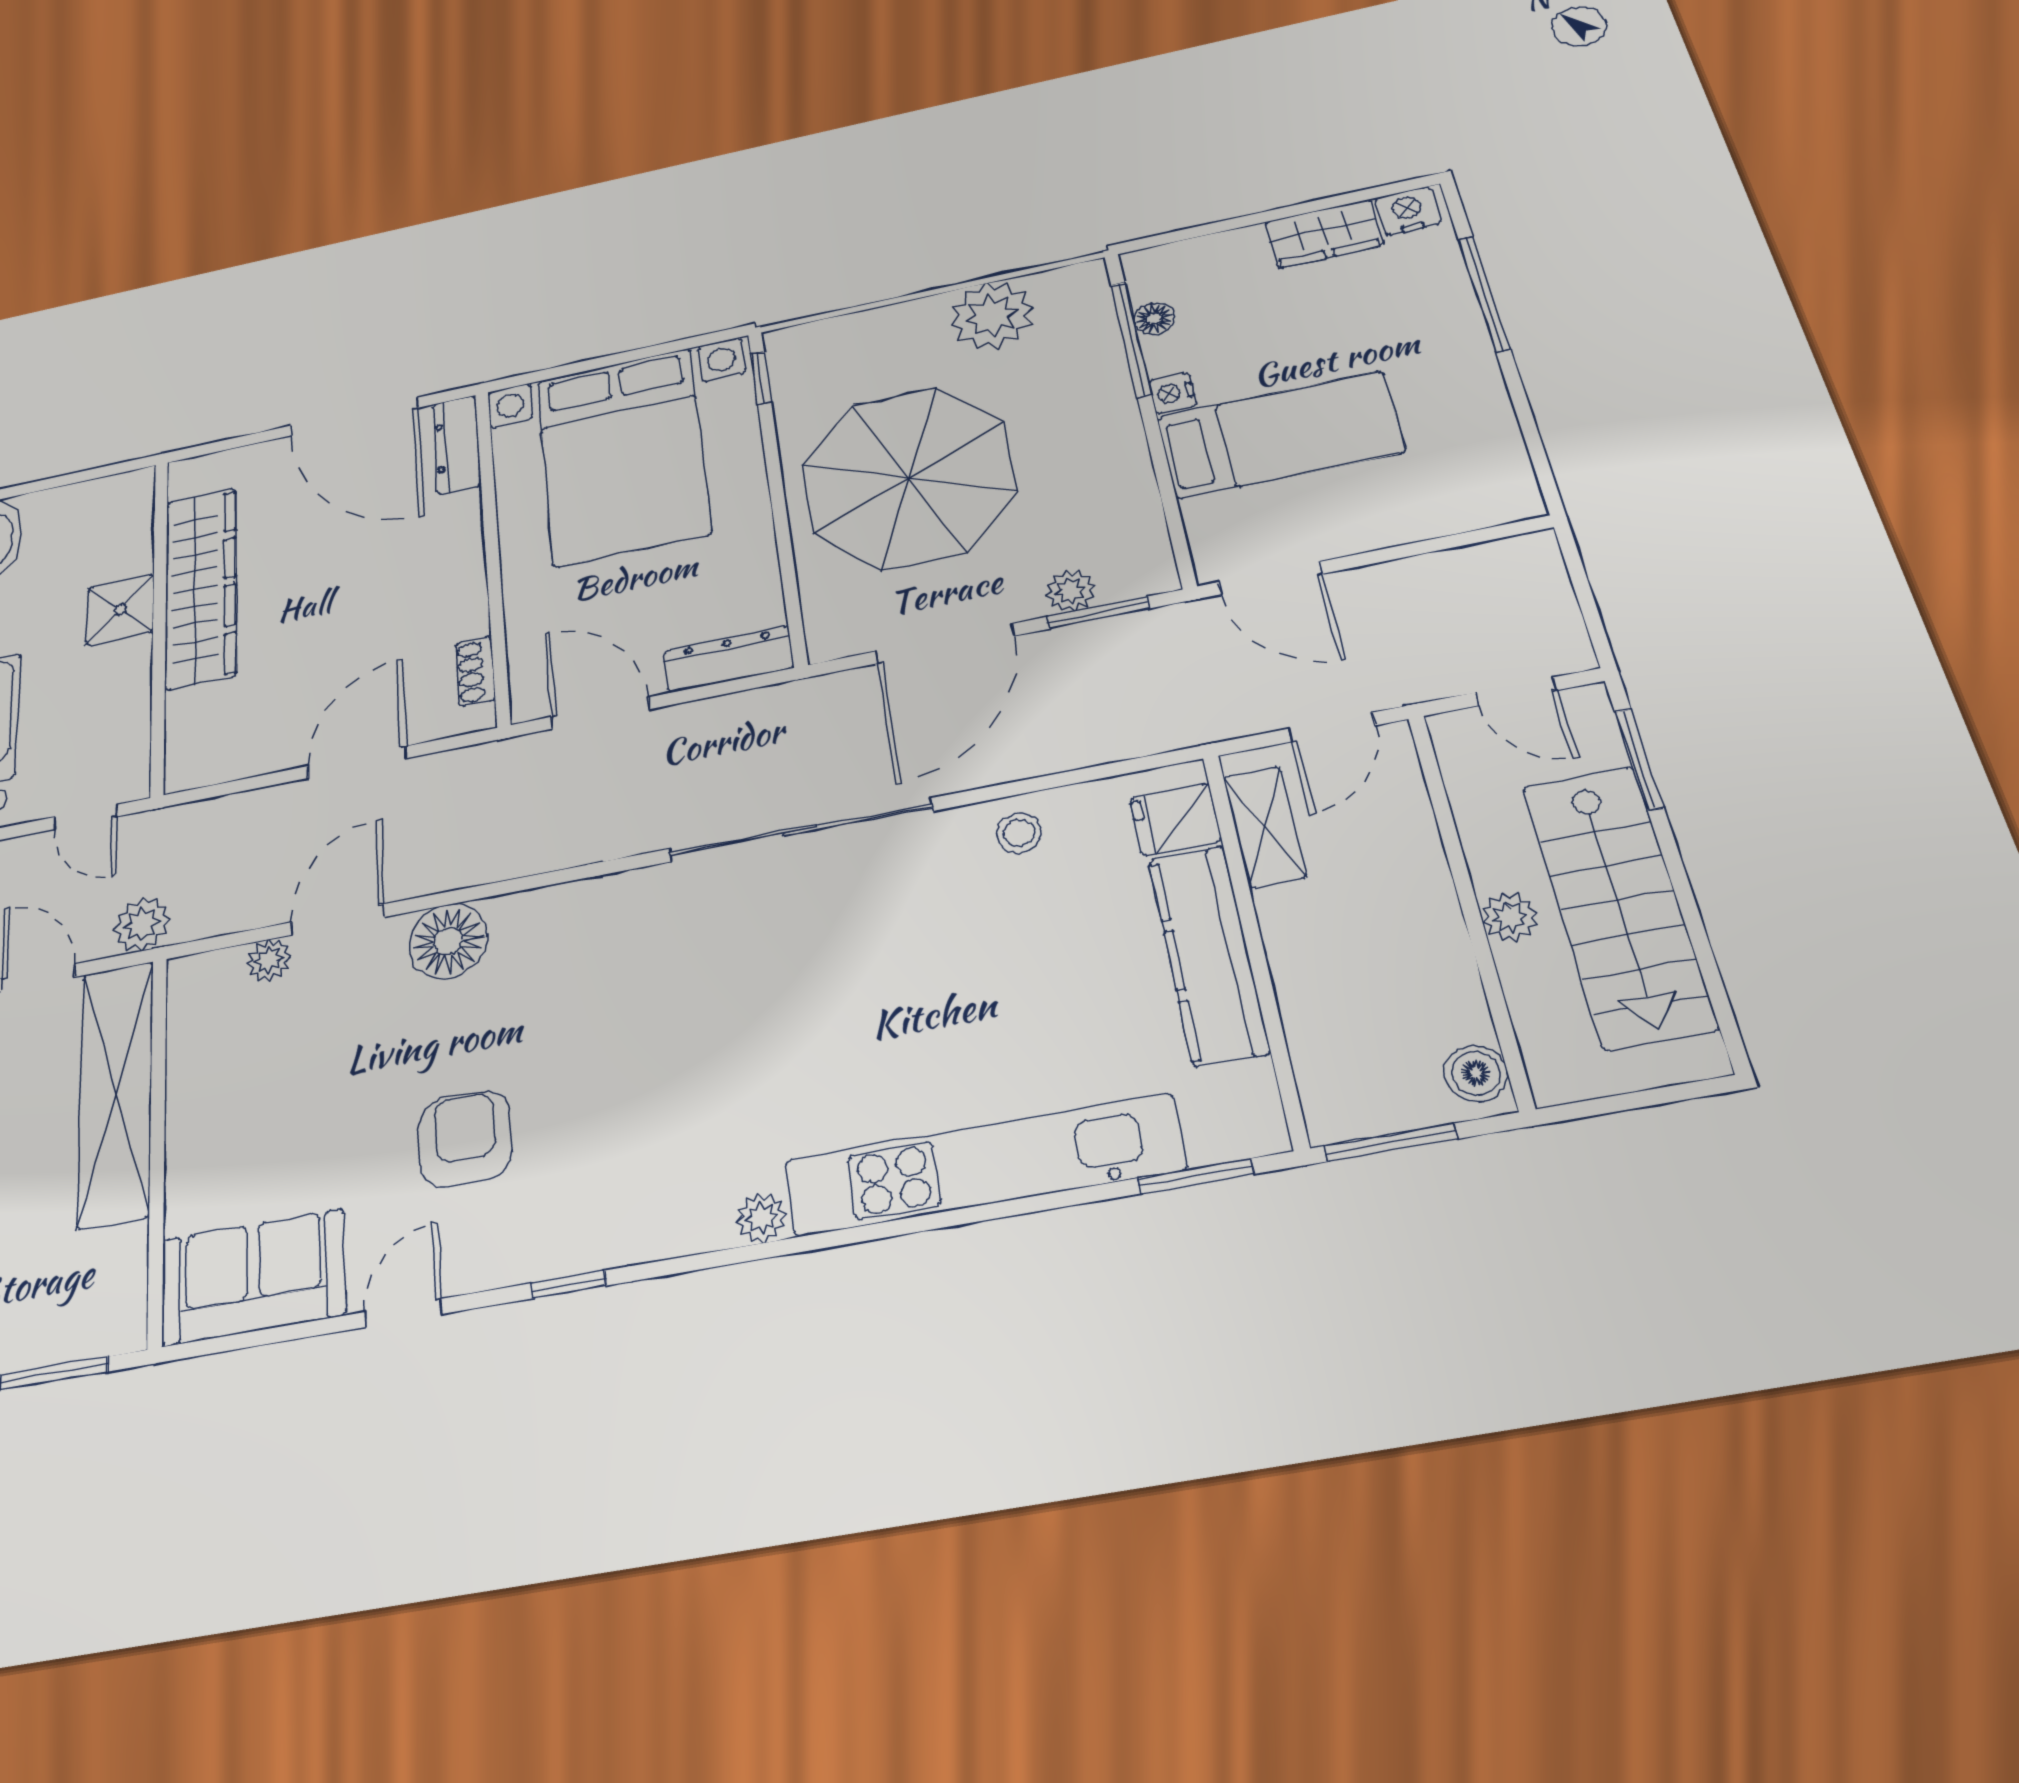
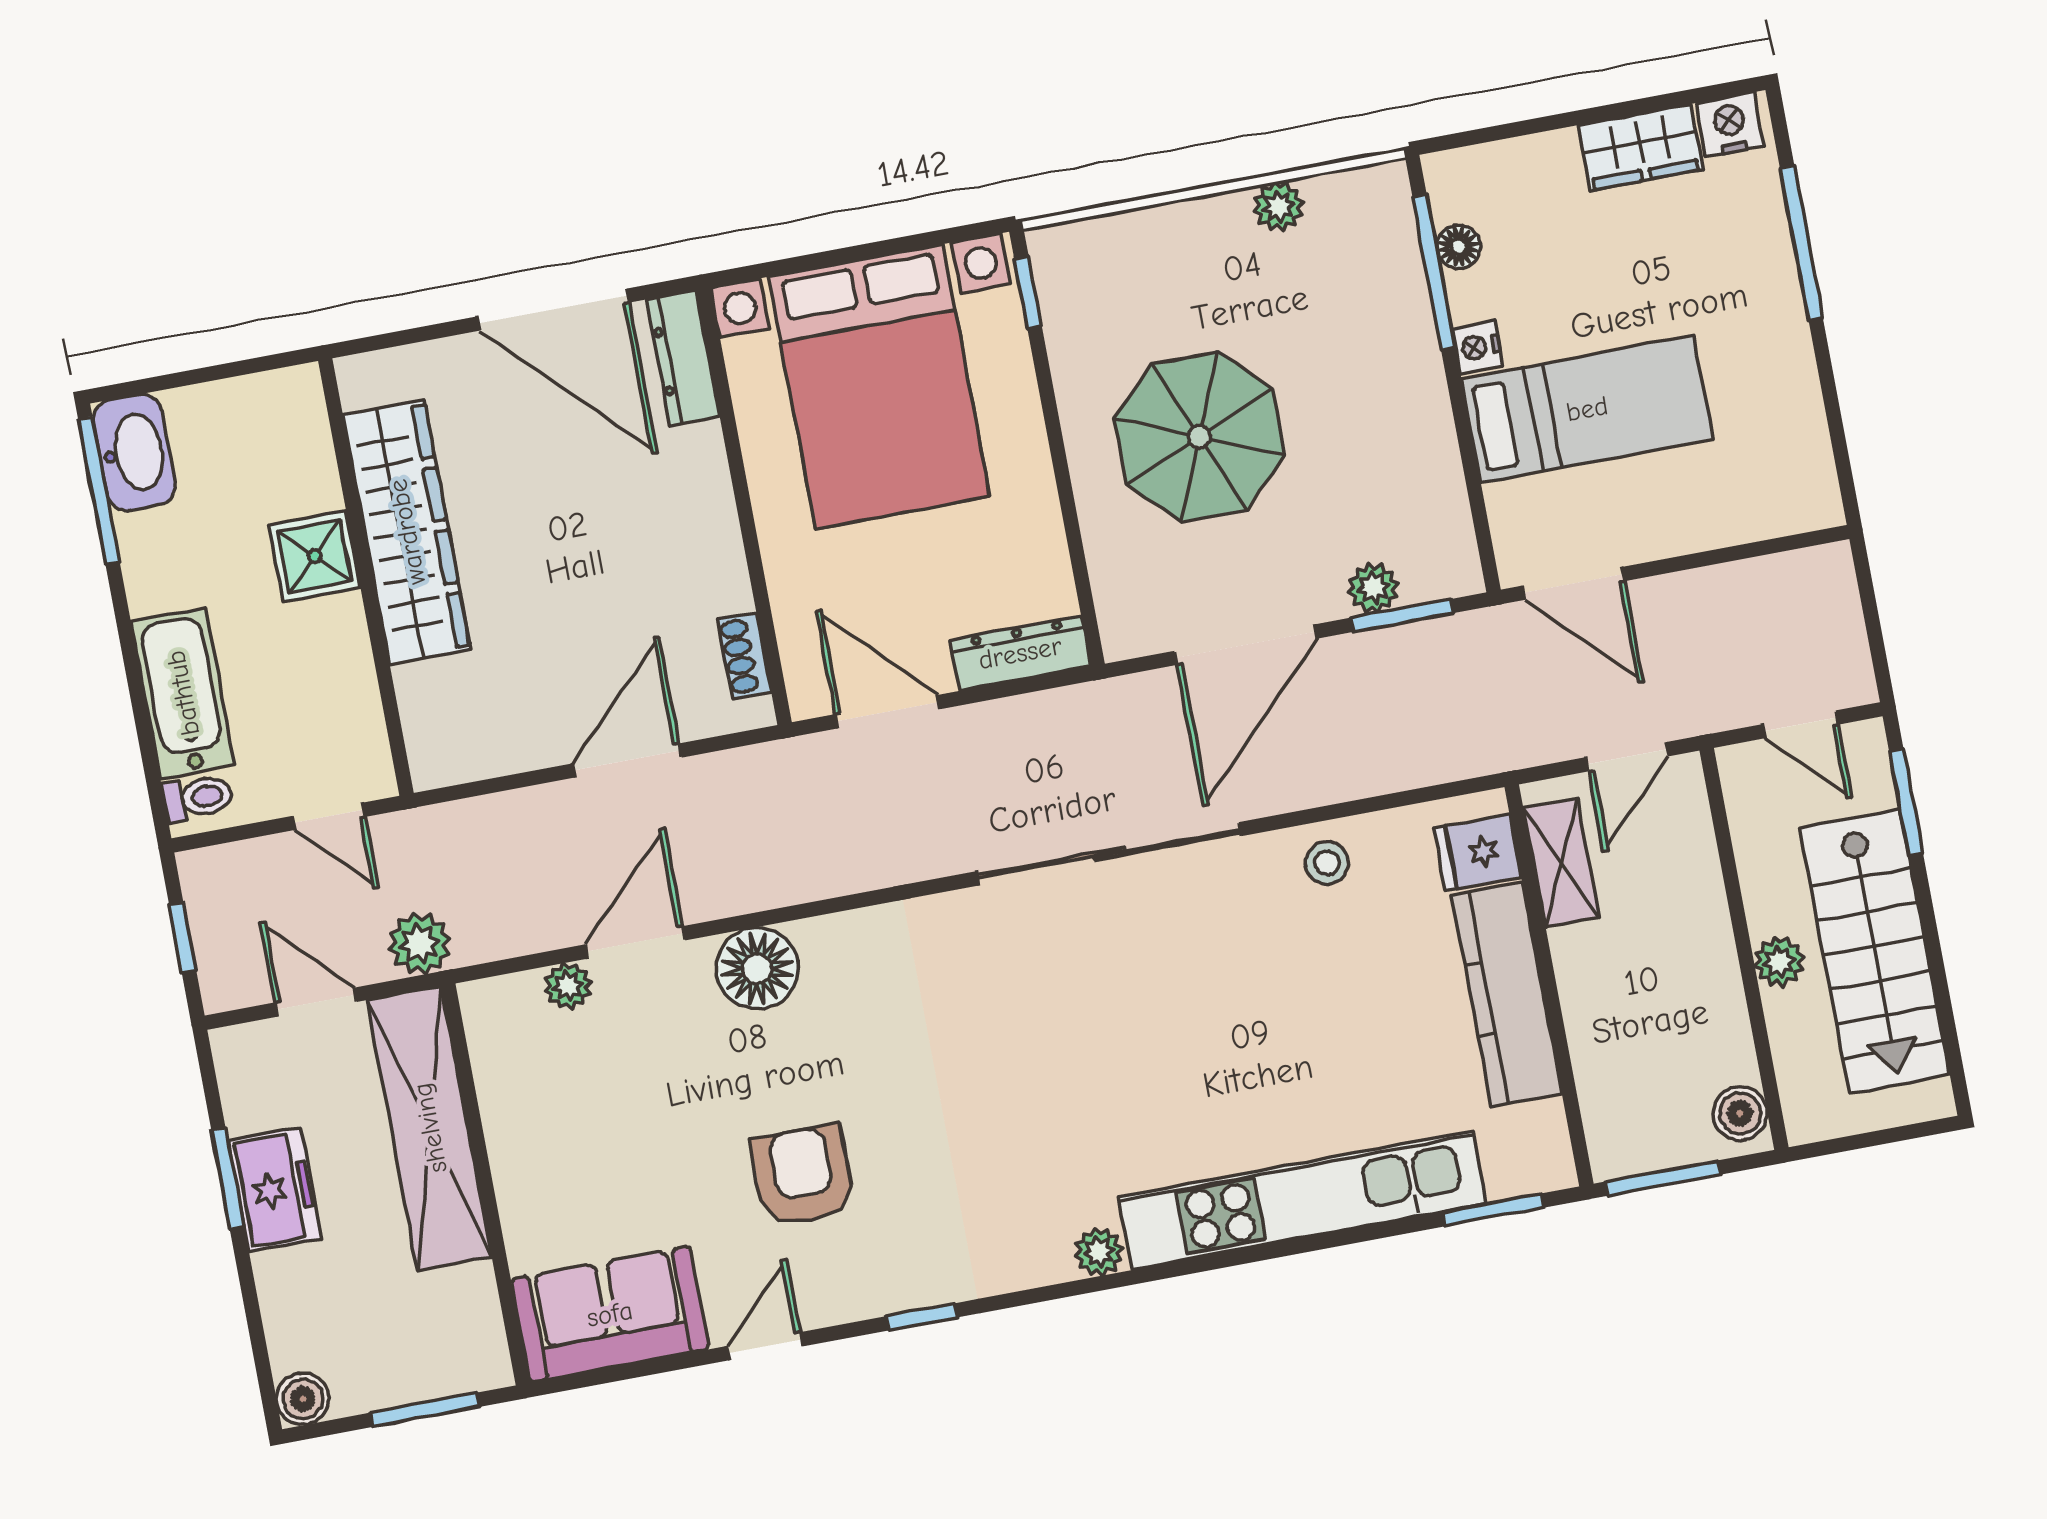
plant: (992, 316) -> (1279, 206), width x0.53, depth x0.53
parasol: (908, 478) -> (1199, 437), width x0.73, depth x0.73

